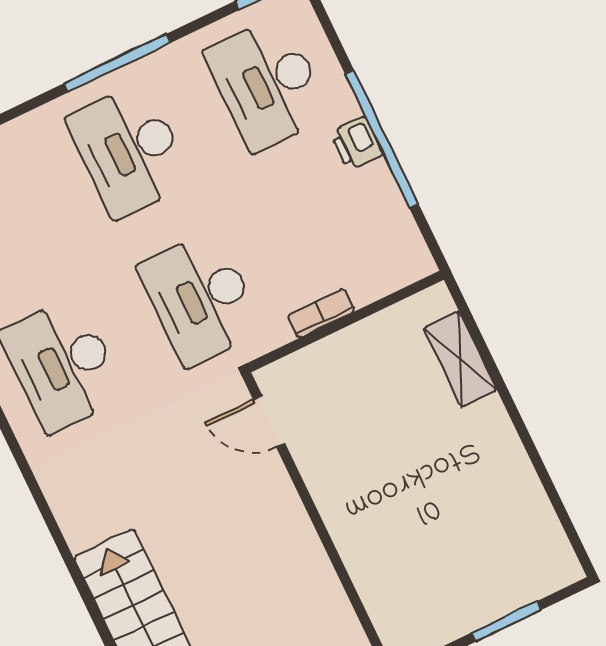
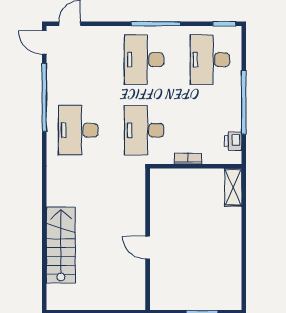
printer: (356, 144) -> (233, 141), moved
shelving: (460, 359) -> (233, 187), moved
door: (269, 421) -> (148, 248), moved

